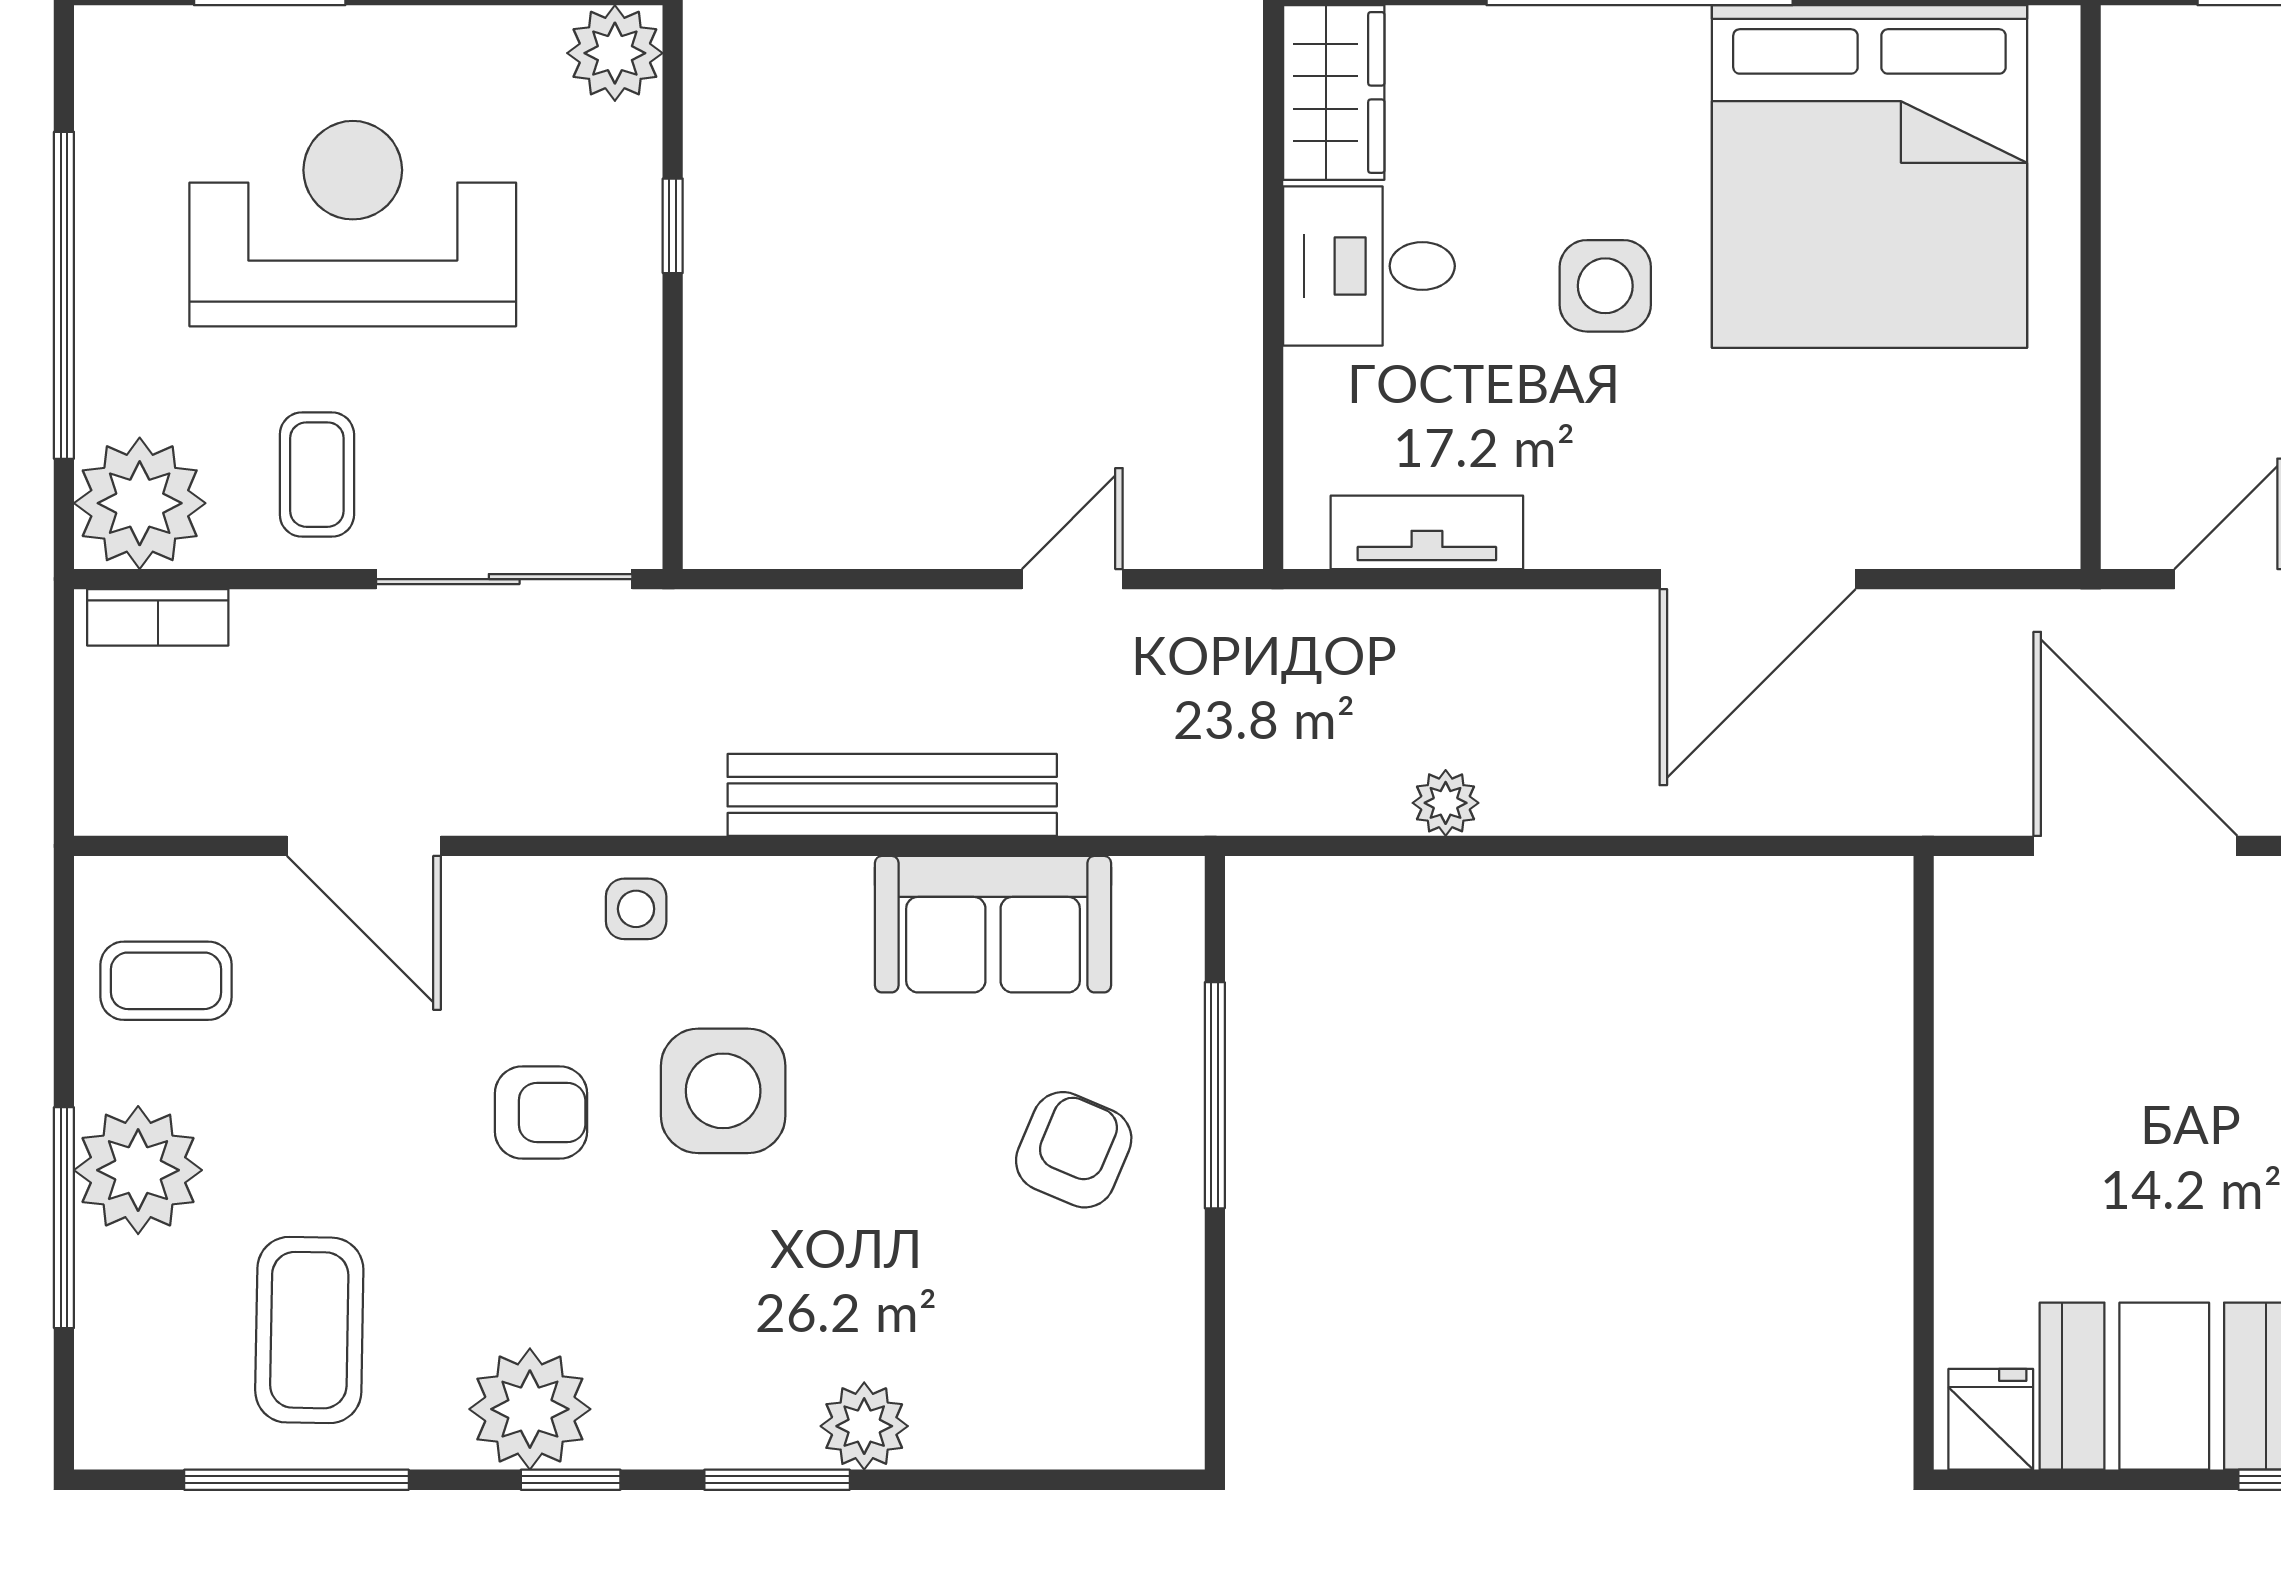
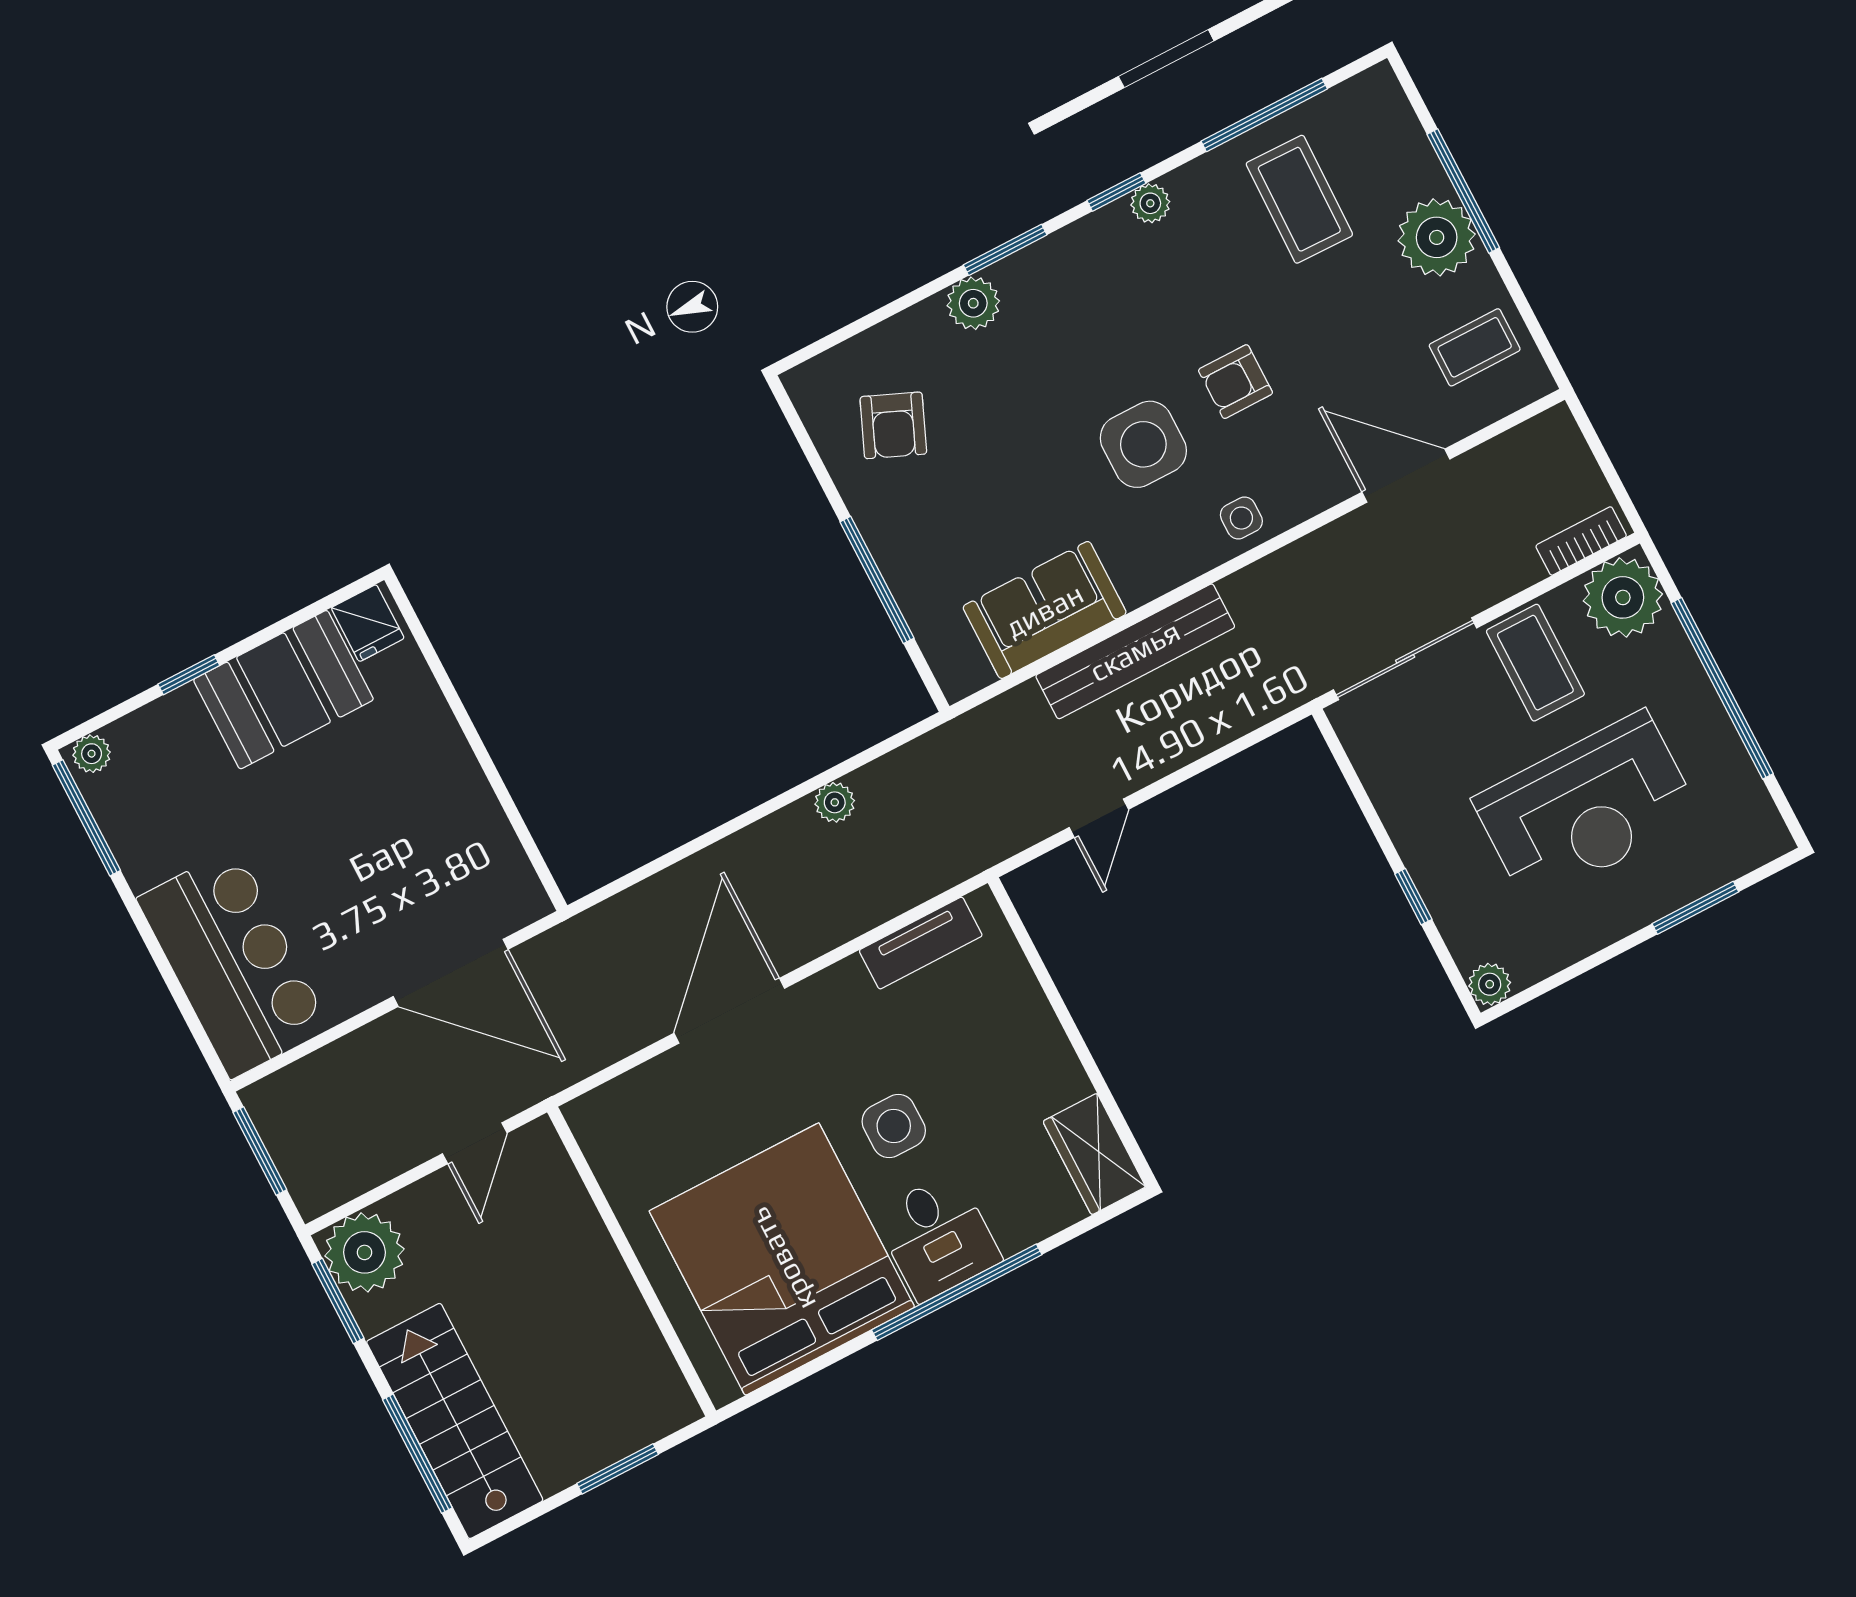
plant: (615, 53) -> (1490, 984), width x0.73, depth x0.73
desk: (1369, 266) -> (937, 1237), moved, turned 90
coffee table: (317, 475) -> (1535, 663), width x1.36, depth x1.30
armchair: (1074, 1150) -> (893, 425), moved
plant: (530, 1409) -> (1150, 203), width x0.53, depth x0.53

